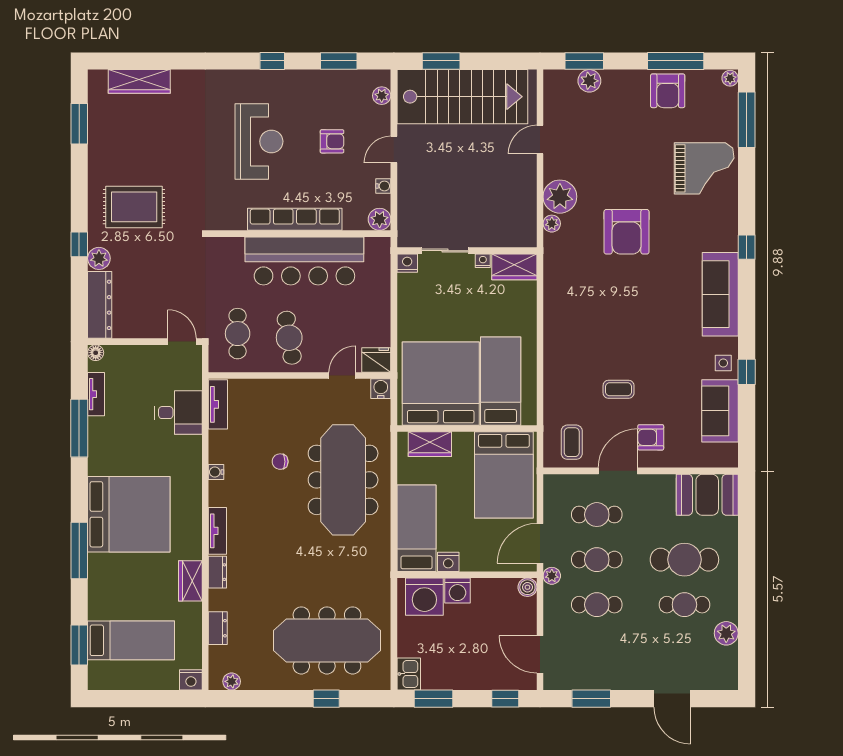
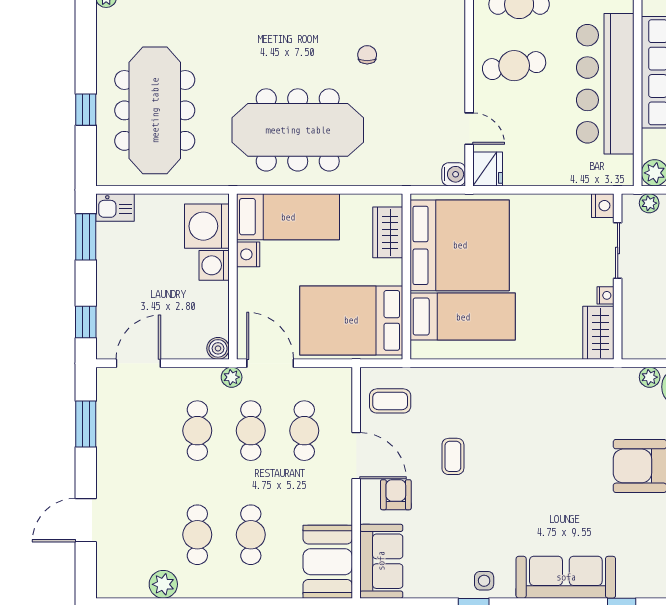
plant: (405, 224) -> (649, 203), added
sofa: (720, 411) -> (381, 561), moved, turned 90
meeting table: (343, 480) -> (298, 130), moved
cafe table: (684, 560) -> (251, 535), width x0.73, depth x0.74

